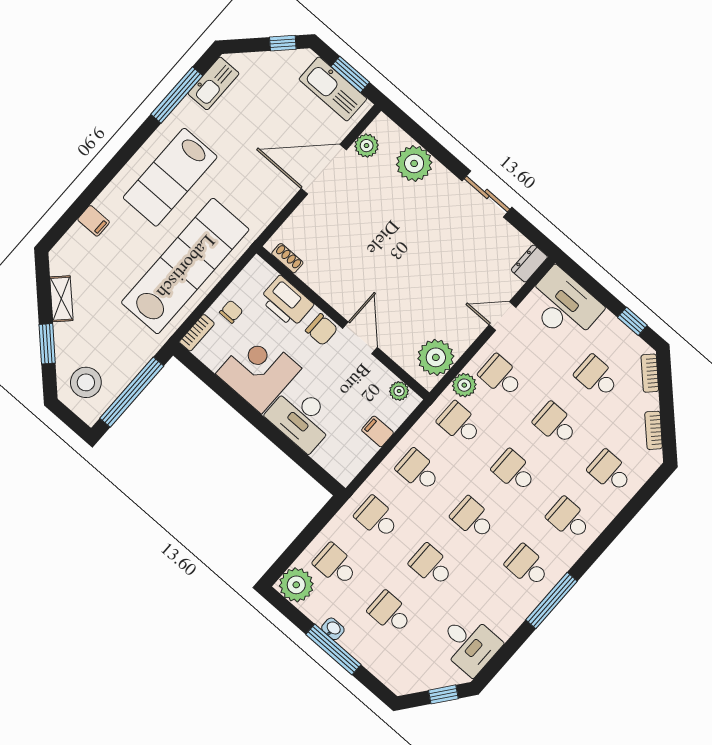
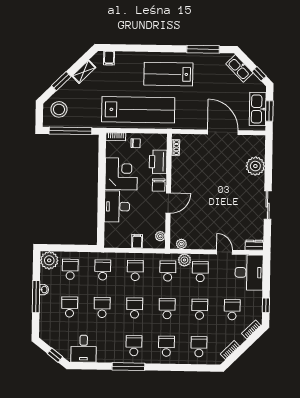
kitchen sink: (213, 83) -> (239, 68), moved, turned 45
plant: (367, 146) -> (247, 141), removed
filing cabinet: (94, 221) -> (109, 58), moved
plant: (436, 357) -> (181, 244), width x0.53, depth x0.53

